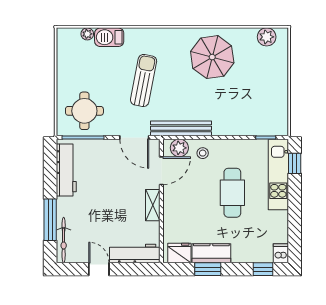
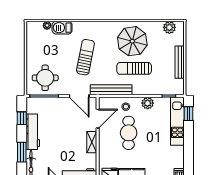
bench: (282, 88) -> (180, 62), added
sun lounger: (215, 97) -> (134, 68), added
plant: (179, 148) -> (148, 103), moved
window: (50, 170) -> (22, 118), added
workbench: (66, 170) -> (33, 132), moved
cafe table: (232, 193) -> (129, 133), moved
window: (50, 220) -> (22, 152), width x0.69

